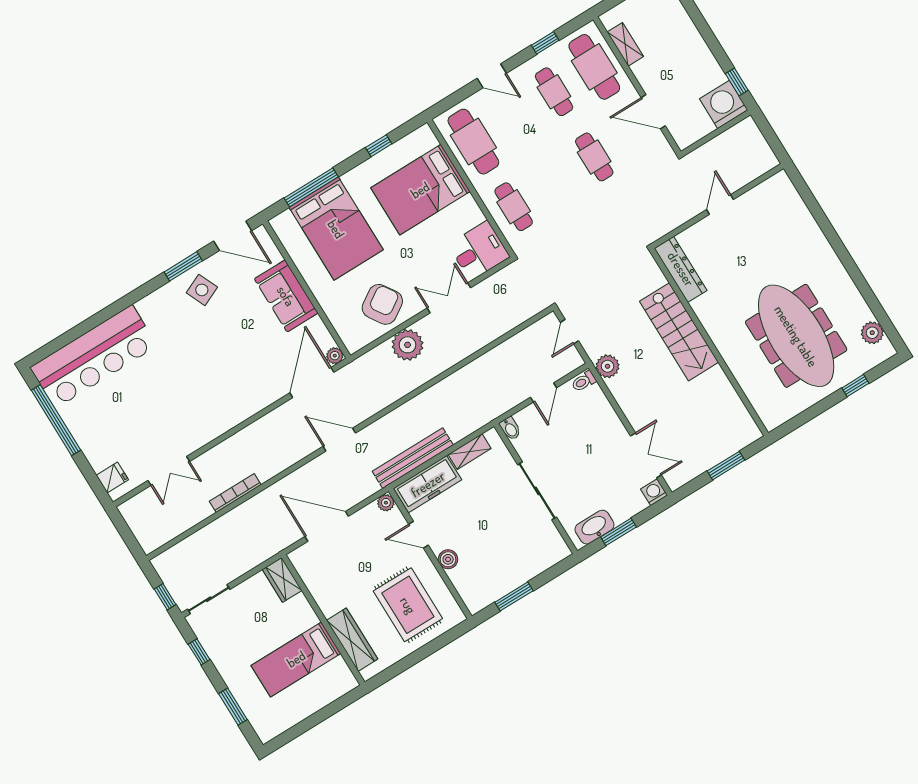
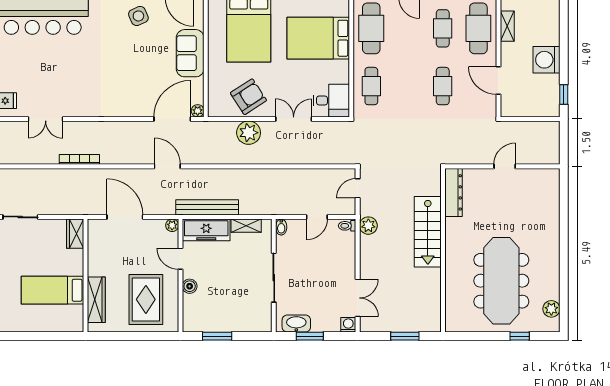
washing machine: (724, 104) -> (546, 60), moved, turned -90

